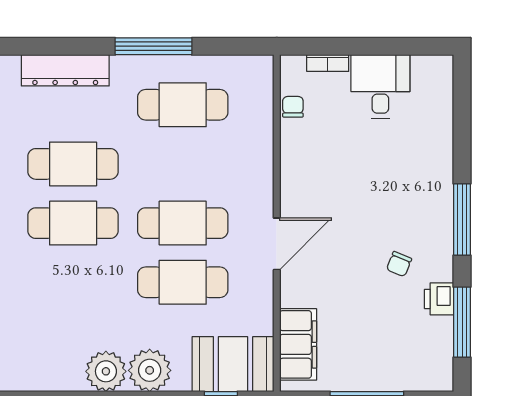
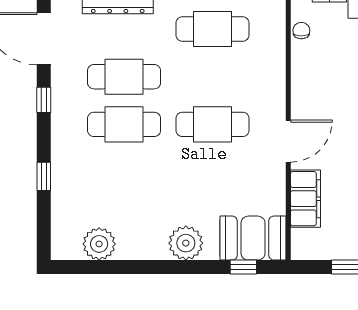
cafe table: (183, 282) -> (212, 172), removed
filing cabinet: (298, 344) -> (305, 199), moved
plant: (106, 371) -> (99, 244), moved

